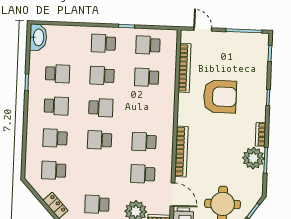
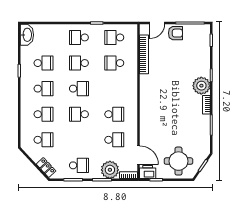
door: (203, 29) -> (157, 23), swing flipped
armchair: (220, 97) -> (175, 33), moved, width x0.53, depth x0.53
school desk: (55, 138) -> (44, 114), turned 180
school desk: (144, 142) -> (114, 114), turned 180
bookcase: (181, 152) -> (144, 121), removed
plant: (253, 158) -> (201, 86), moved
school desk: (54, 170) -> (44, 140), turned 180
school desk: (143, 174) -> (114, 140), turned 180
school desk: (97, 204) -> (79, 165), turned 180

